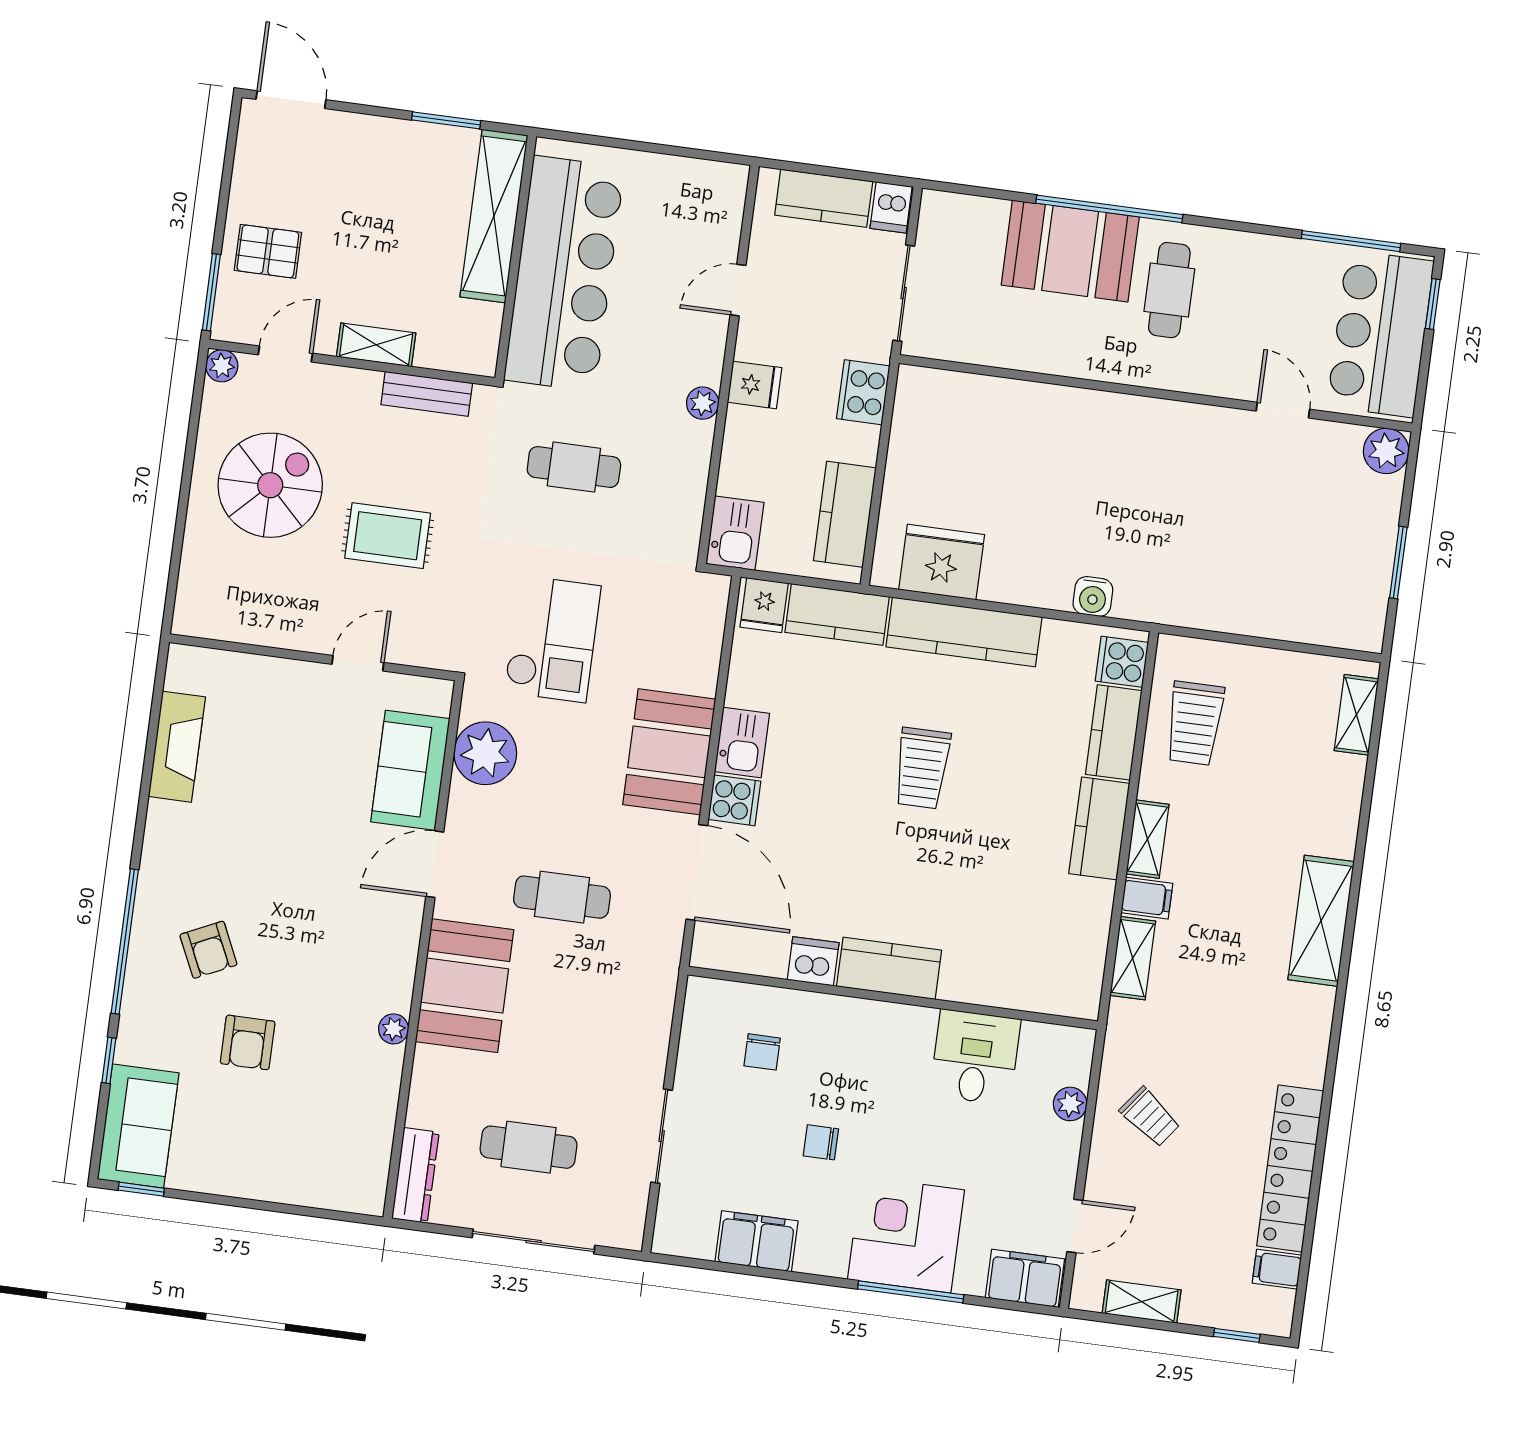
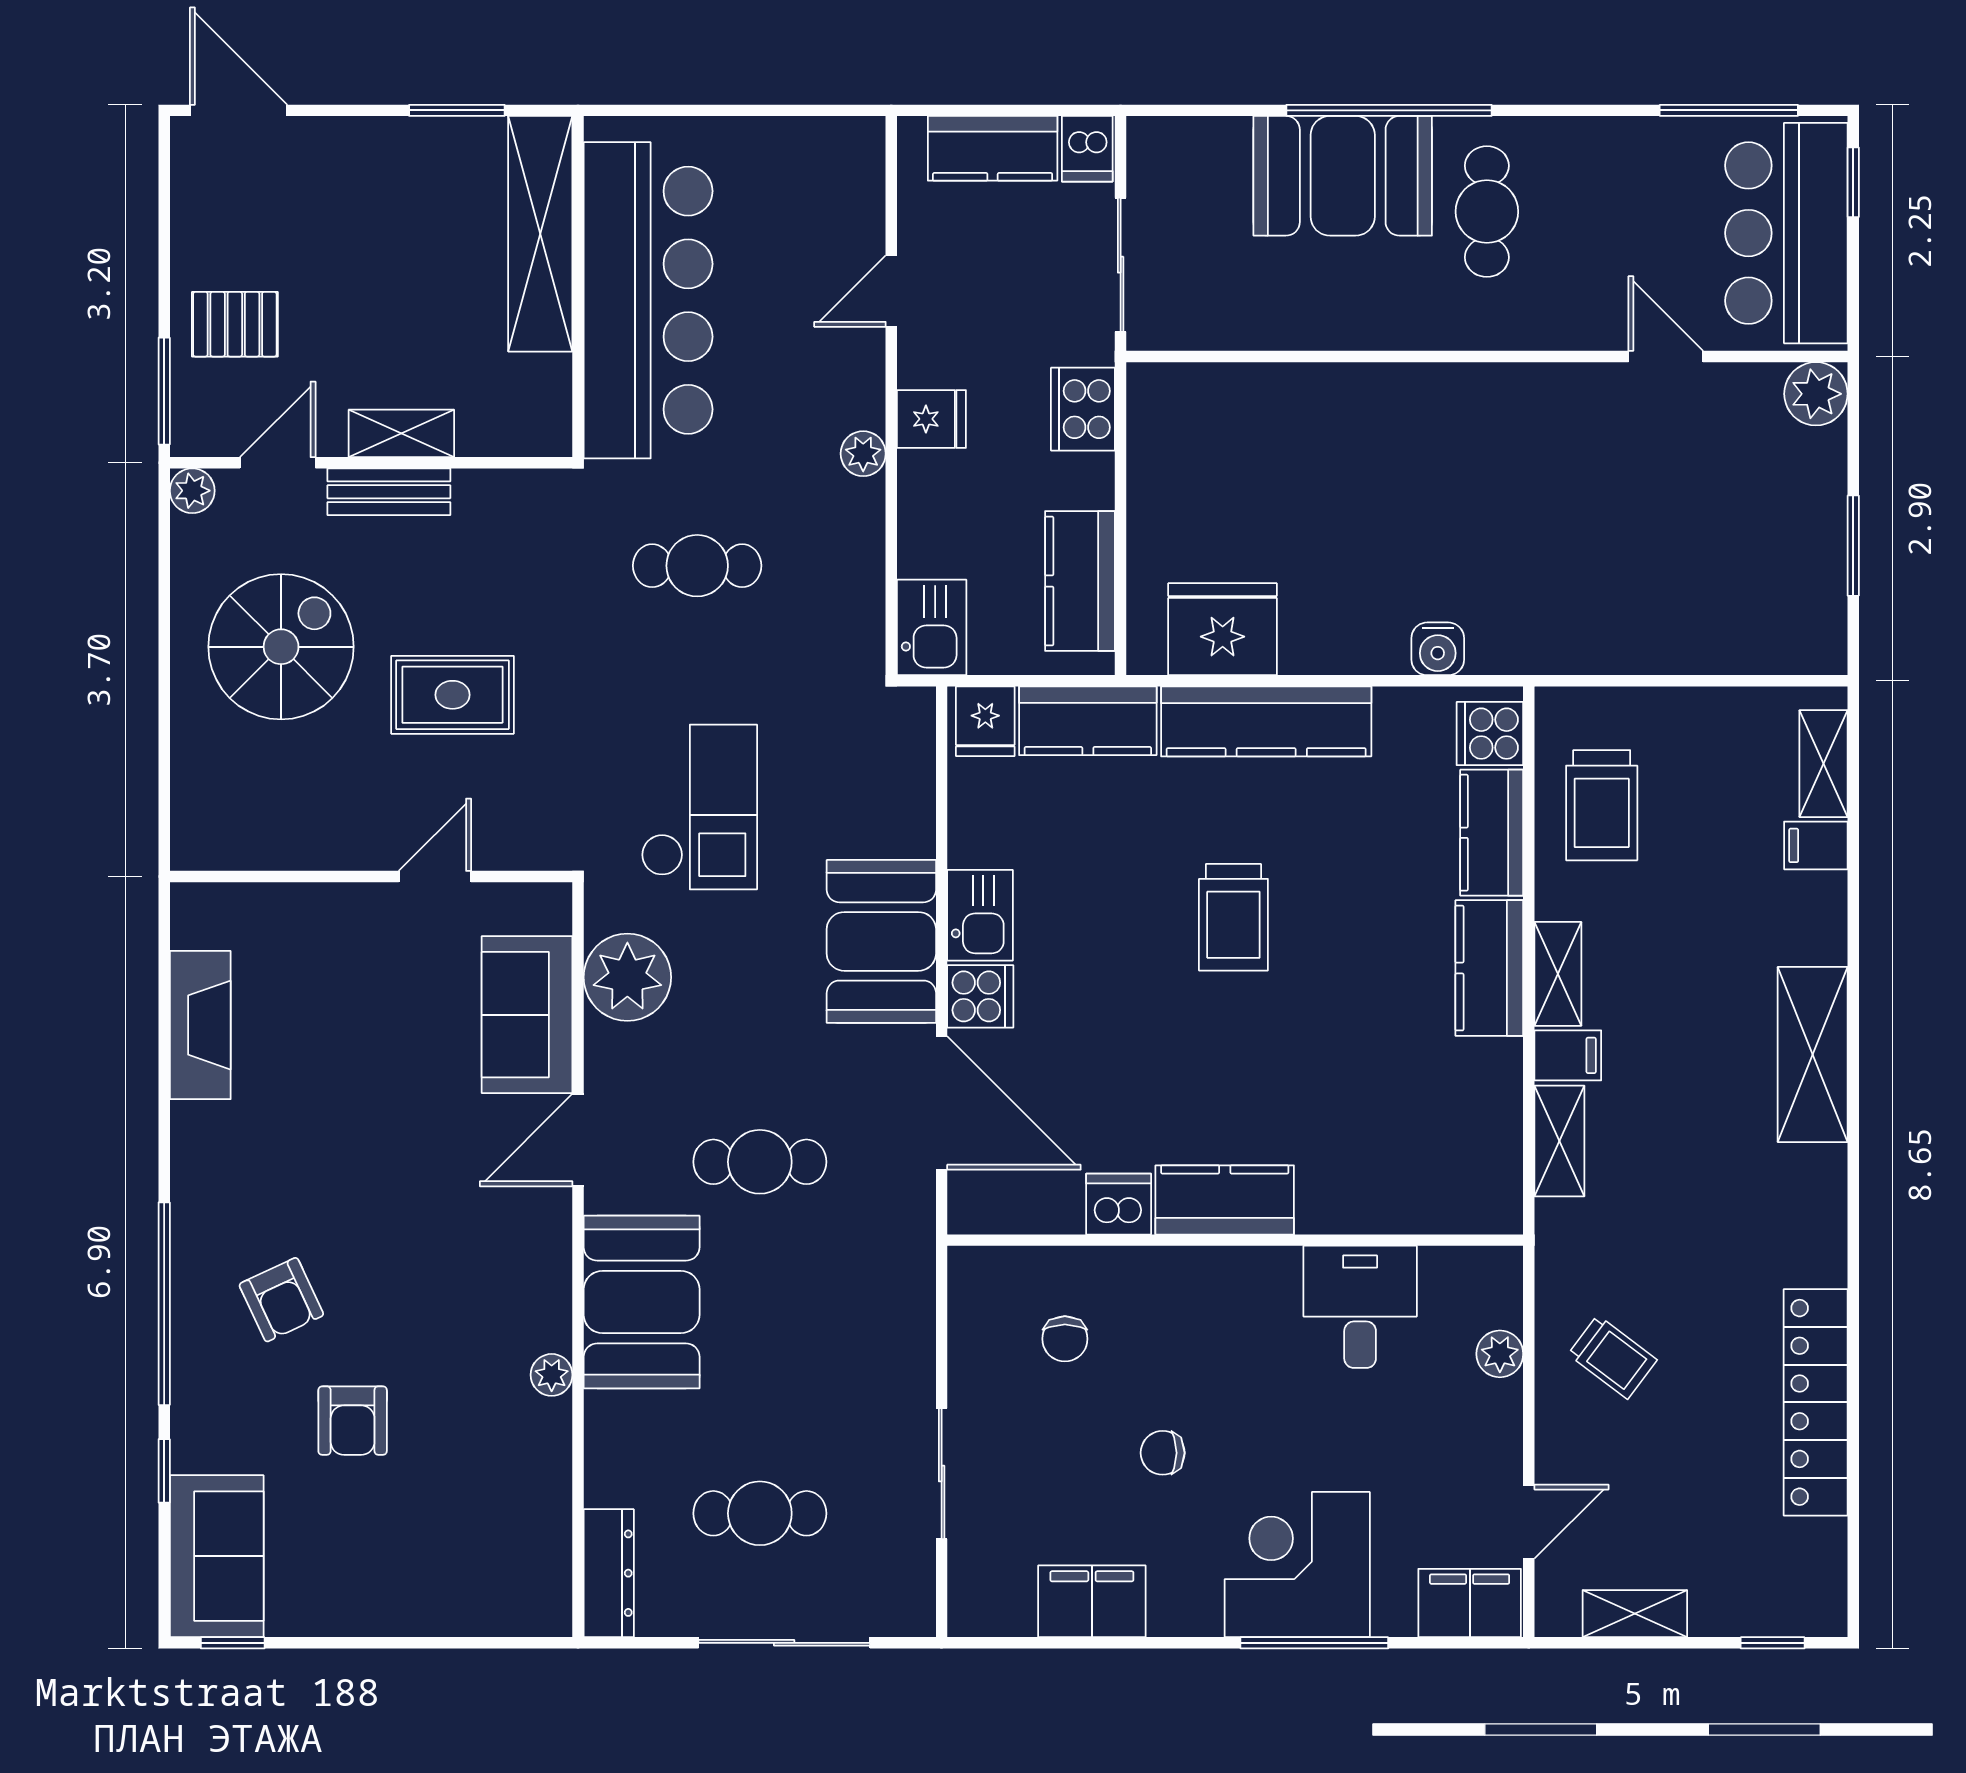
bench: (427, 394) -> (389, 492), moved
filing cabinet: (1277, 1269) -> (1816, 845), moved

